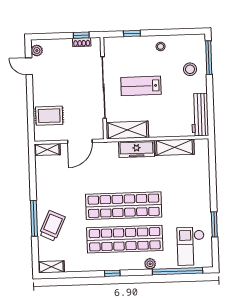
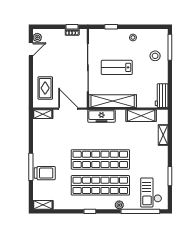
door: (29, 66) -> (31, 49), swing flipped
workbench: (200, 115) -> (162, 96), width x0.73
rug: (49, 116) -> (45, 88), turned 90
shelving: (127, 130) -> (113, 101), width x1.47
door: (80, 141) -> (68, 109), swing flipped
freezer: (137, 149) -> (101, 116), moved
shelving: (204, 171) -> (163, 135), added
trolley: (52, 226) -> (45, 173), turned 65

